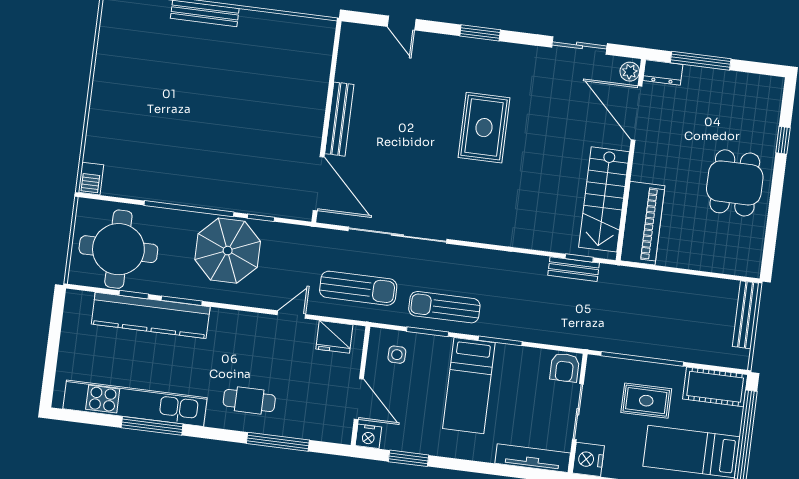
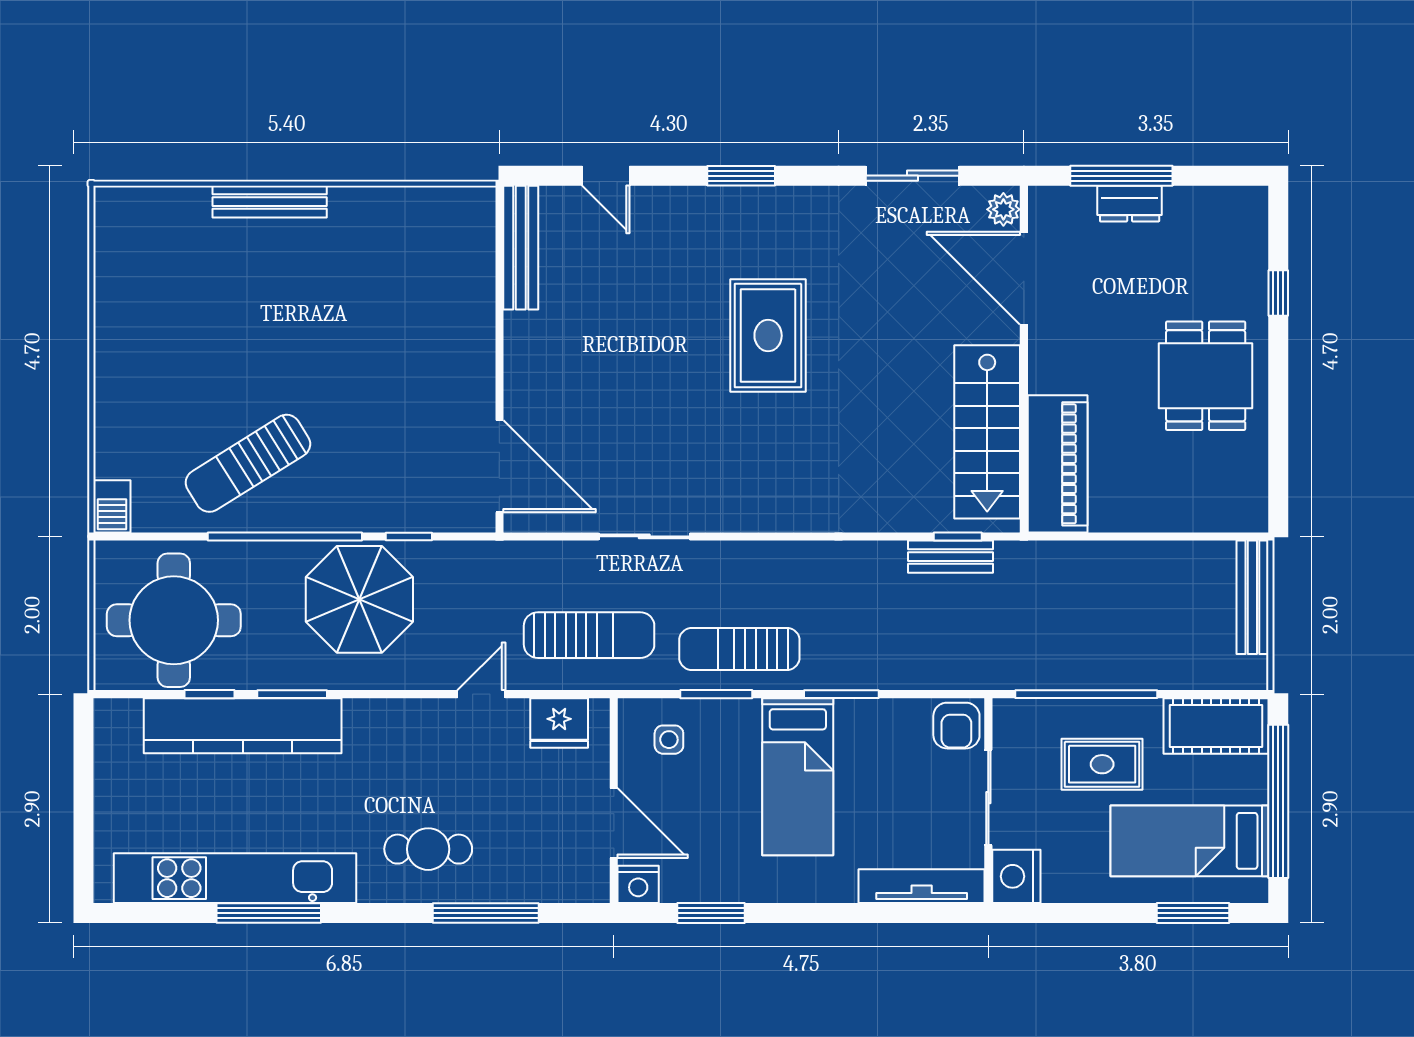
dresser: (663, 72) -> (1130, 204), moved
bench: (339, 119) -> (521, 248), moved
sun lounger: (173, 164) -> (248, 463), added
sliding door: (397, 235) -> (644, 536), width x0.54

